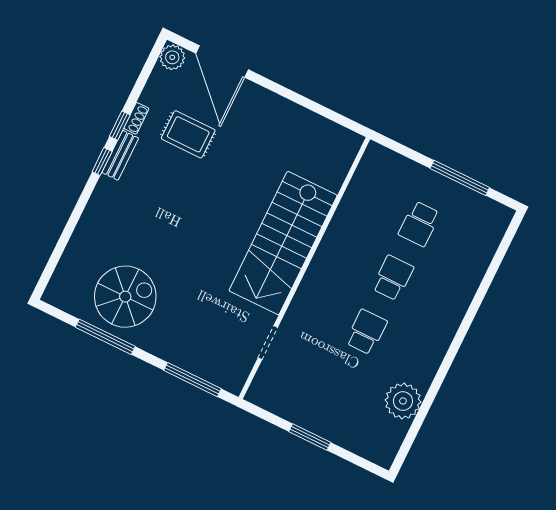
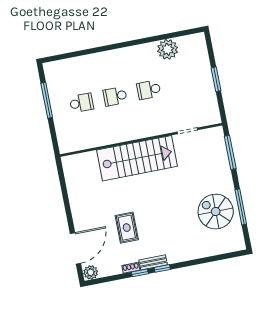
rug: (188, 134) -> (127, 228), moved

